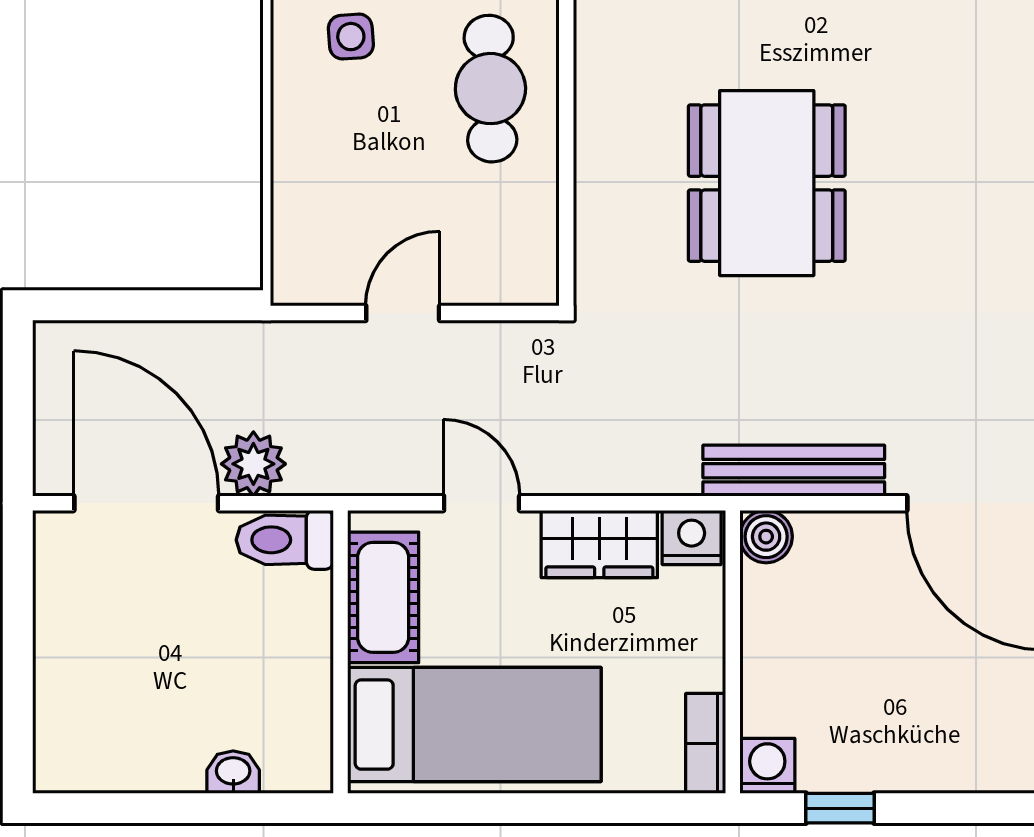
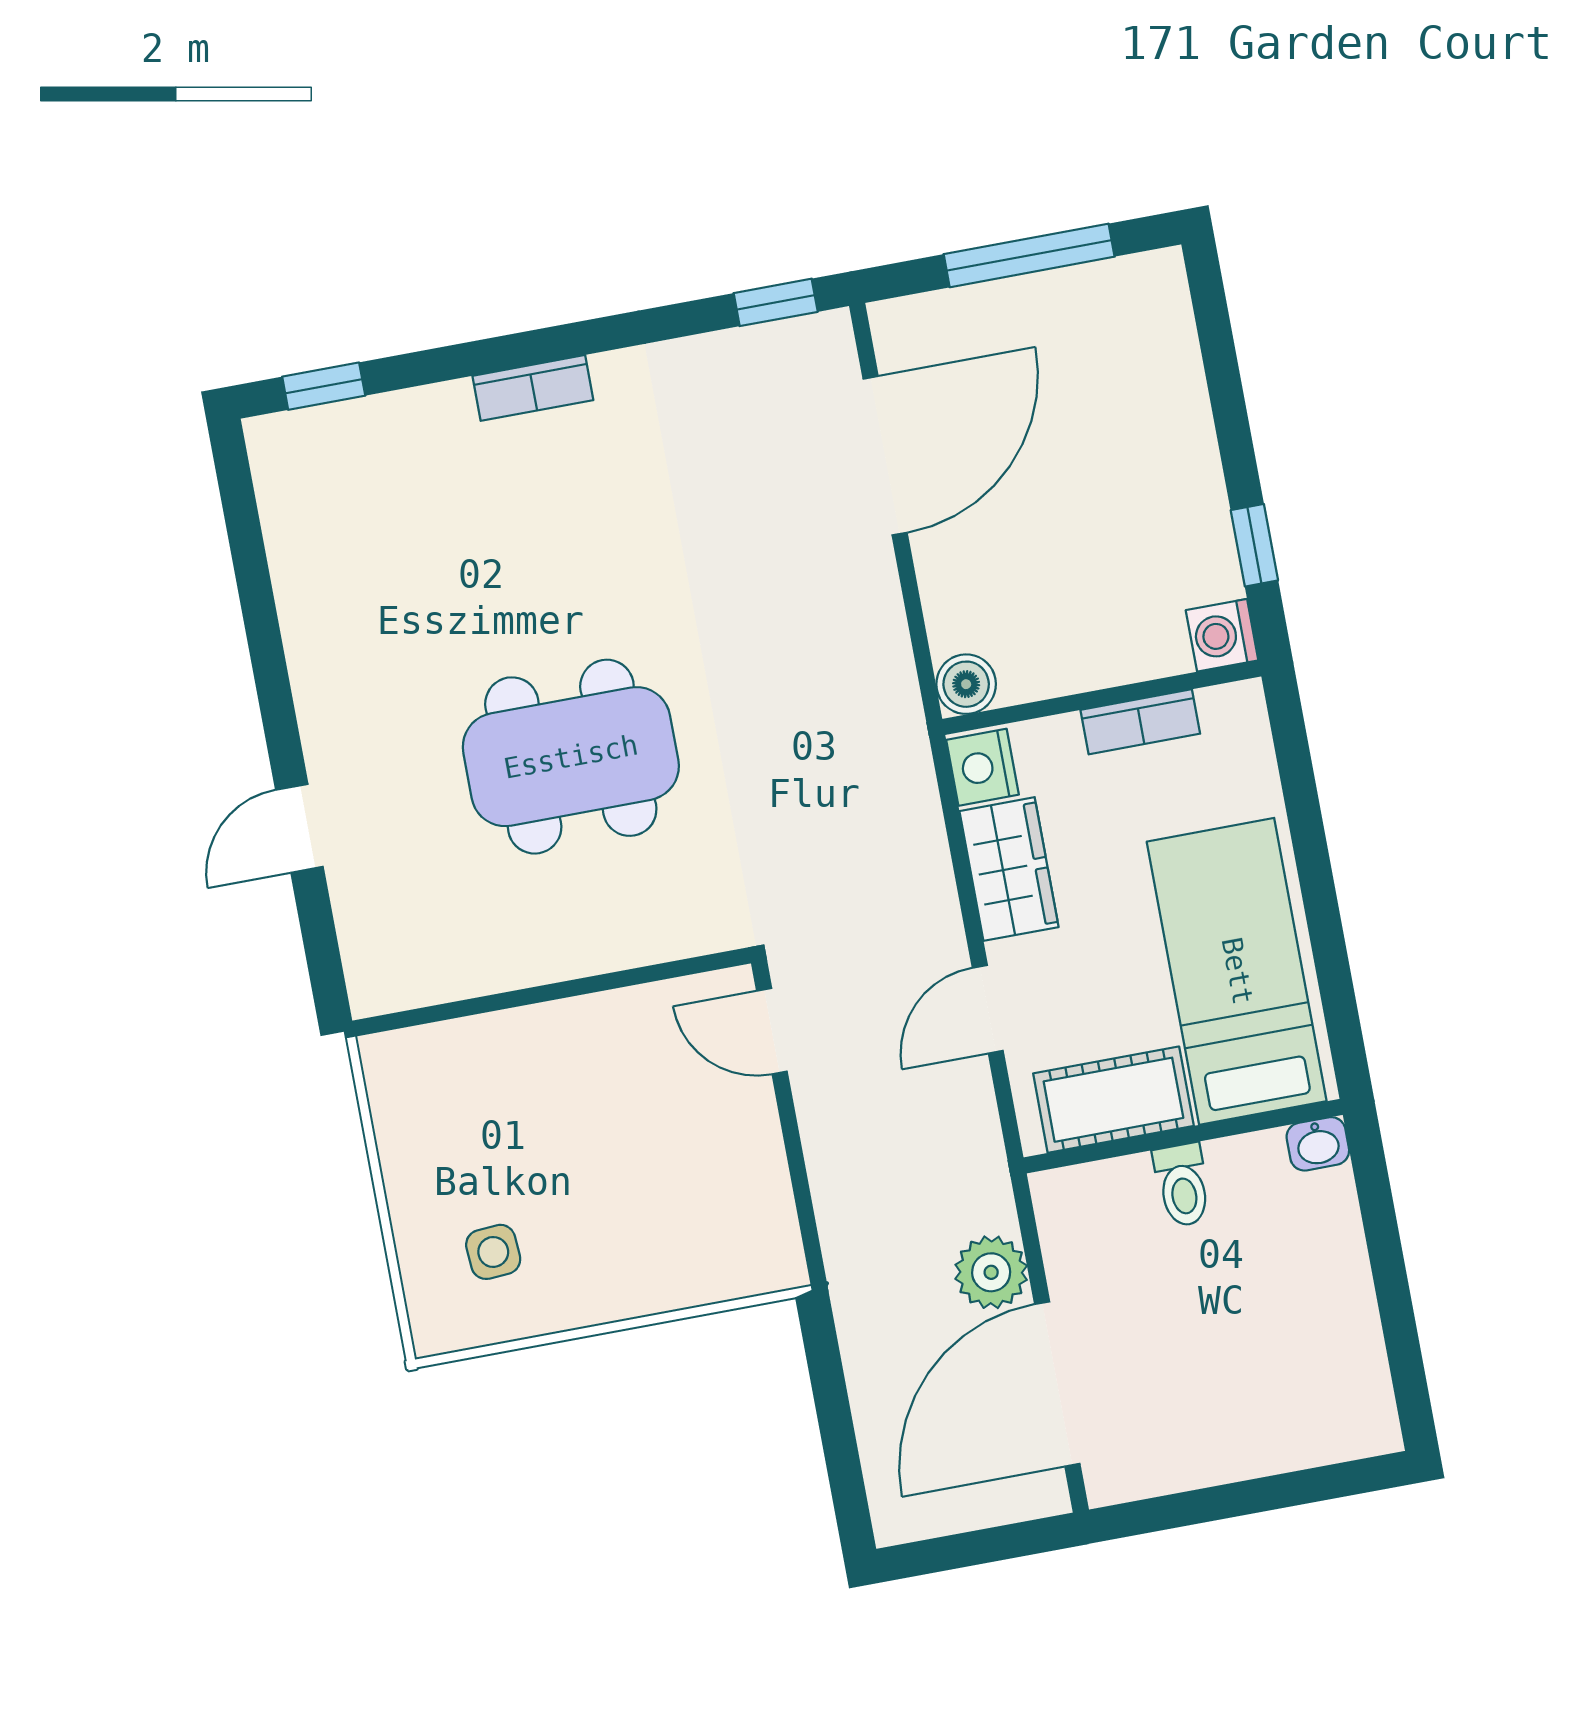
cafe table: (490, 89) -> (522, 1085), removed
door: (403, 313) -> (772, 1031), moved
bench: (794, 471) -> (887, 667), removed
toilet: (285, 540) -> (1182, 1185), moved, width x0.73, depth x0.72
bookcase: (706, 743) -> (1140, 722), moved
washbasin: (233, 772) -> (1318, 1144), moved, turned -90

